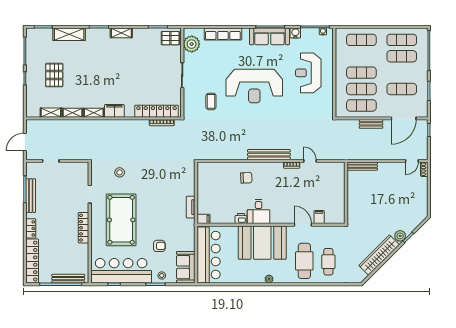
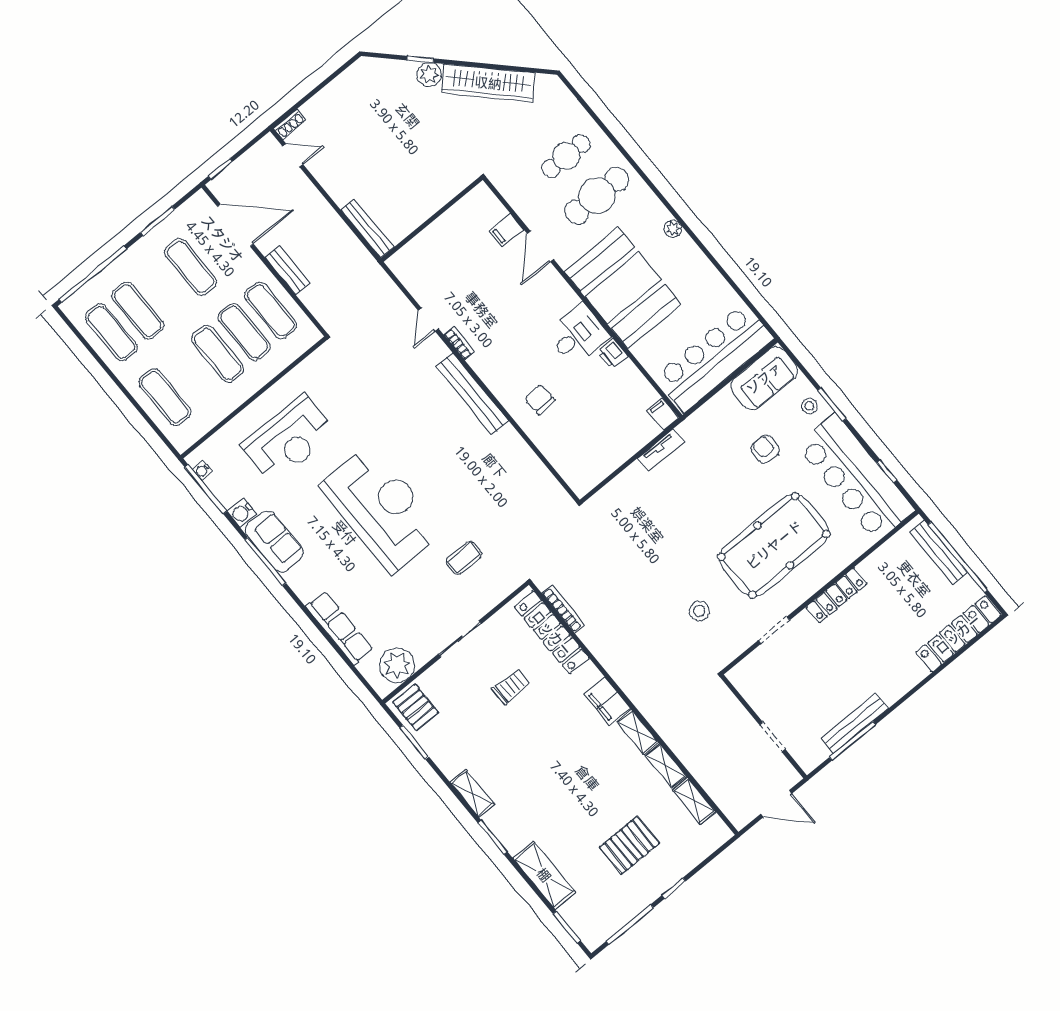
sofa: (270, 36) -> (274, 541), width x0.73
trolley: (149, 80) -> (511, 687), added
locker: (31, 228) -> (907, 679), removed

